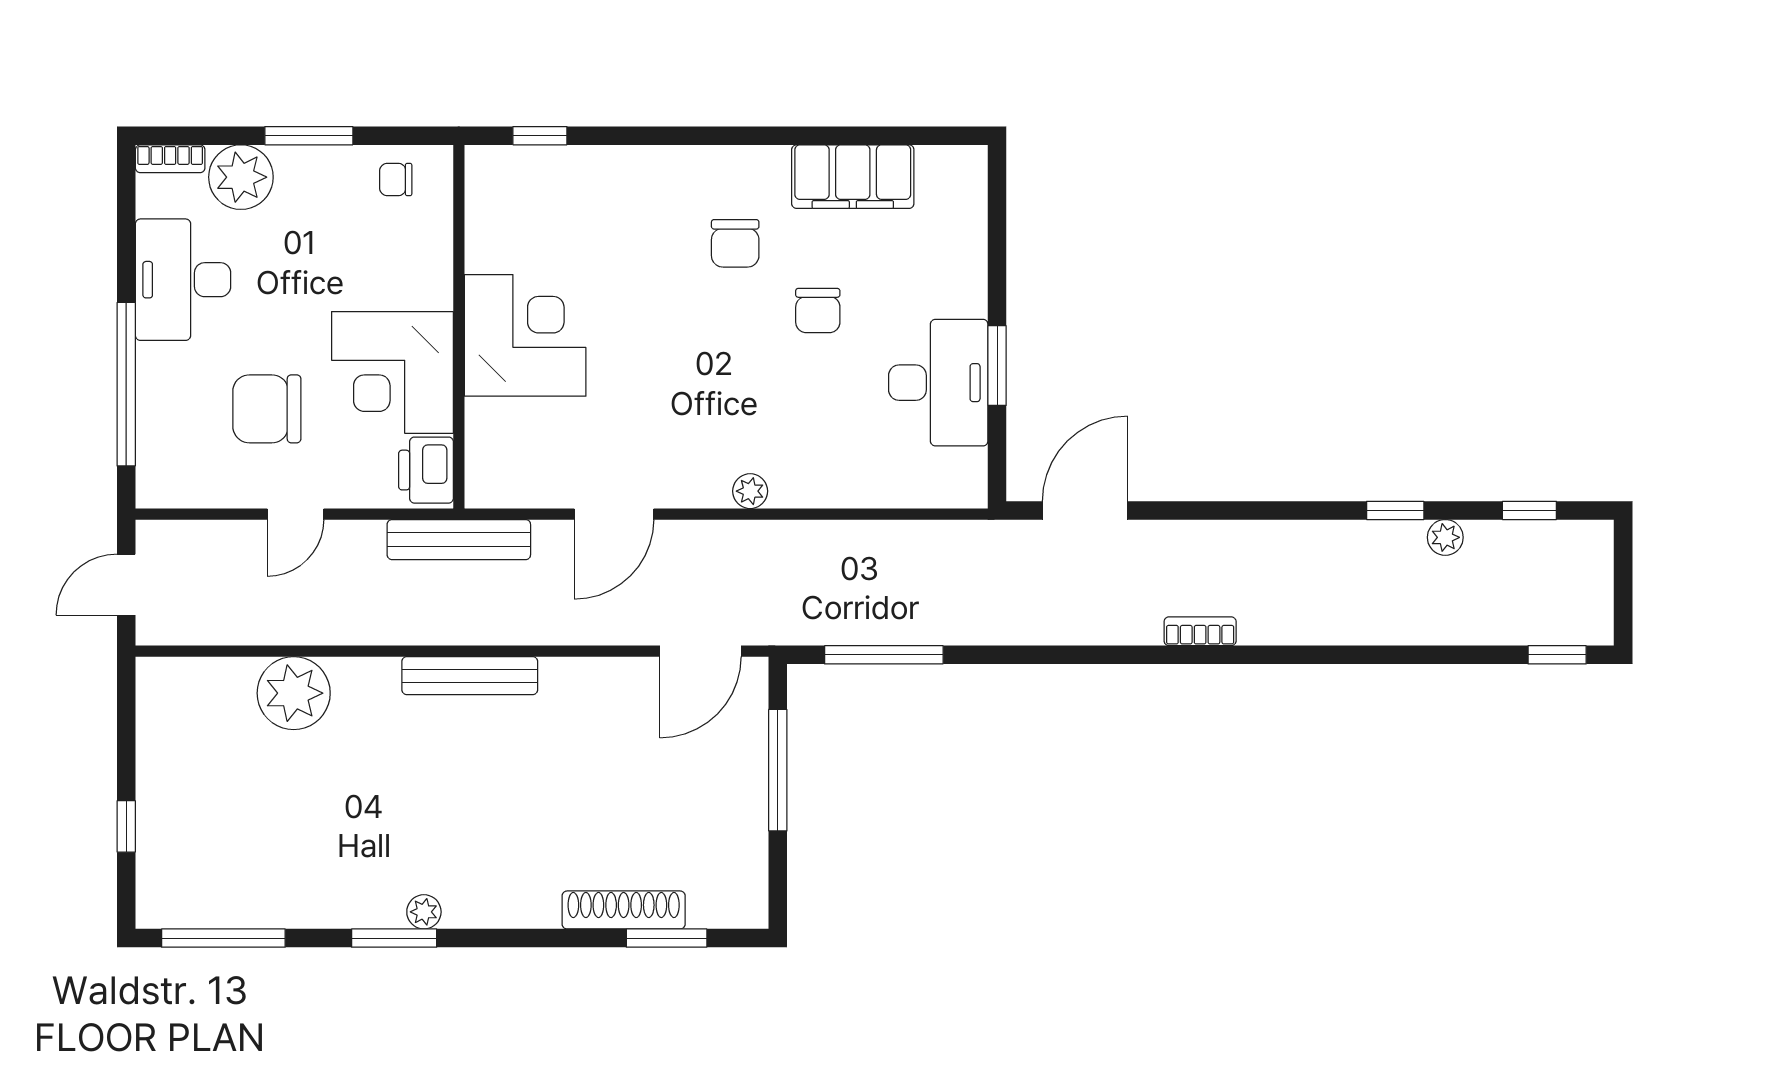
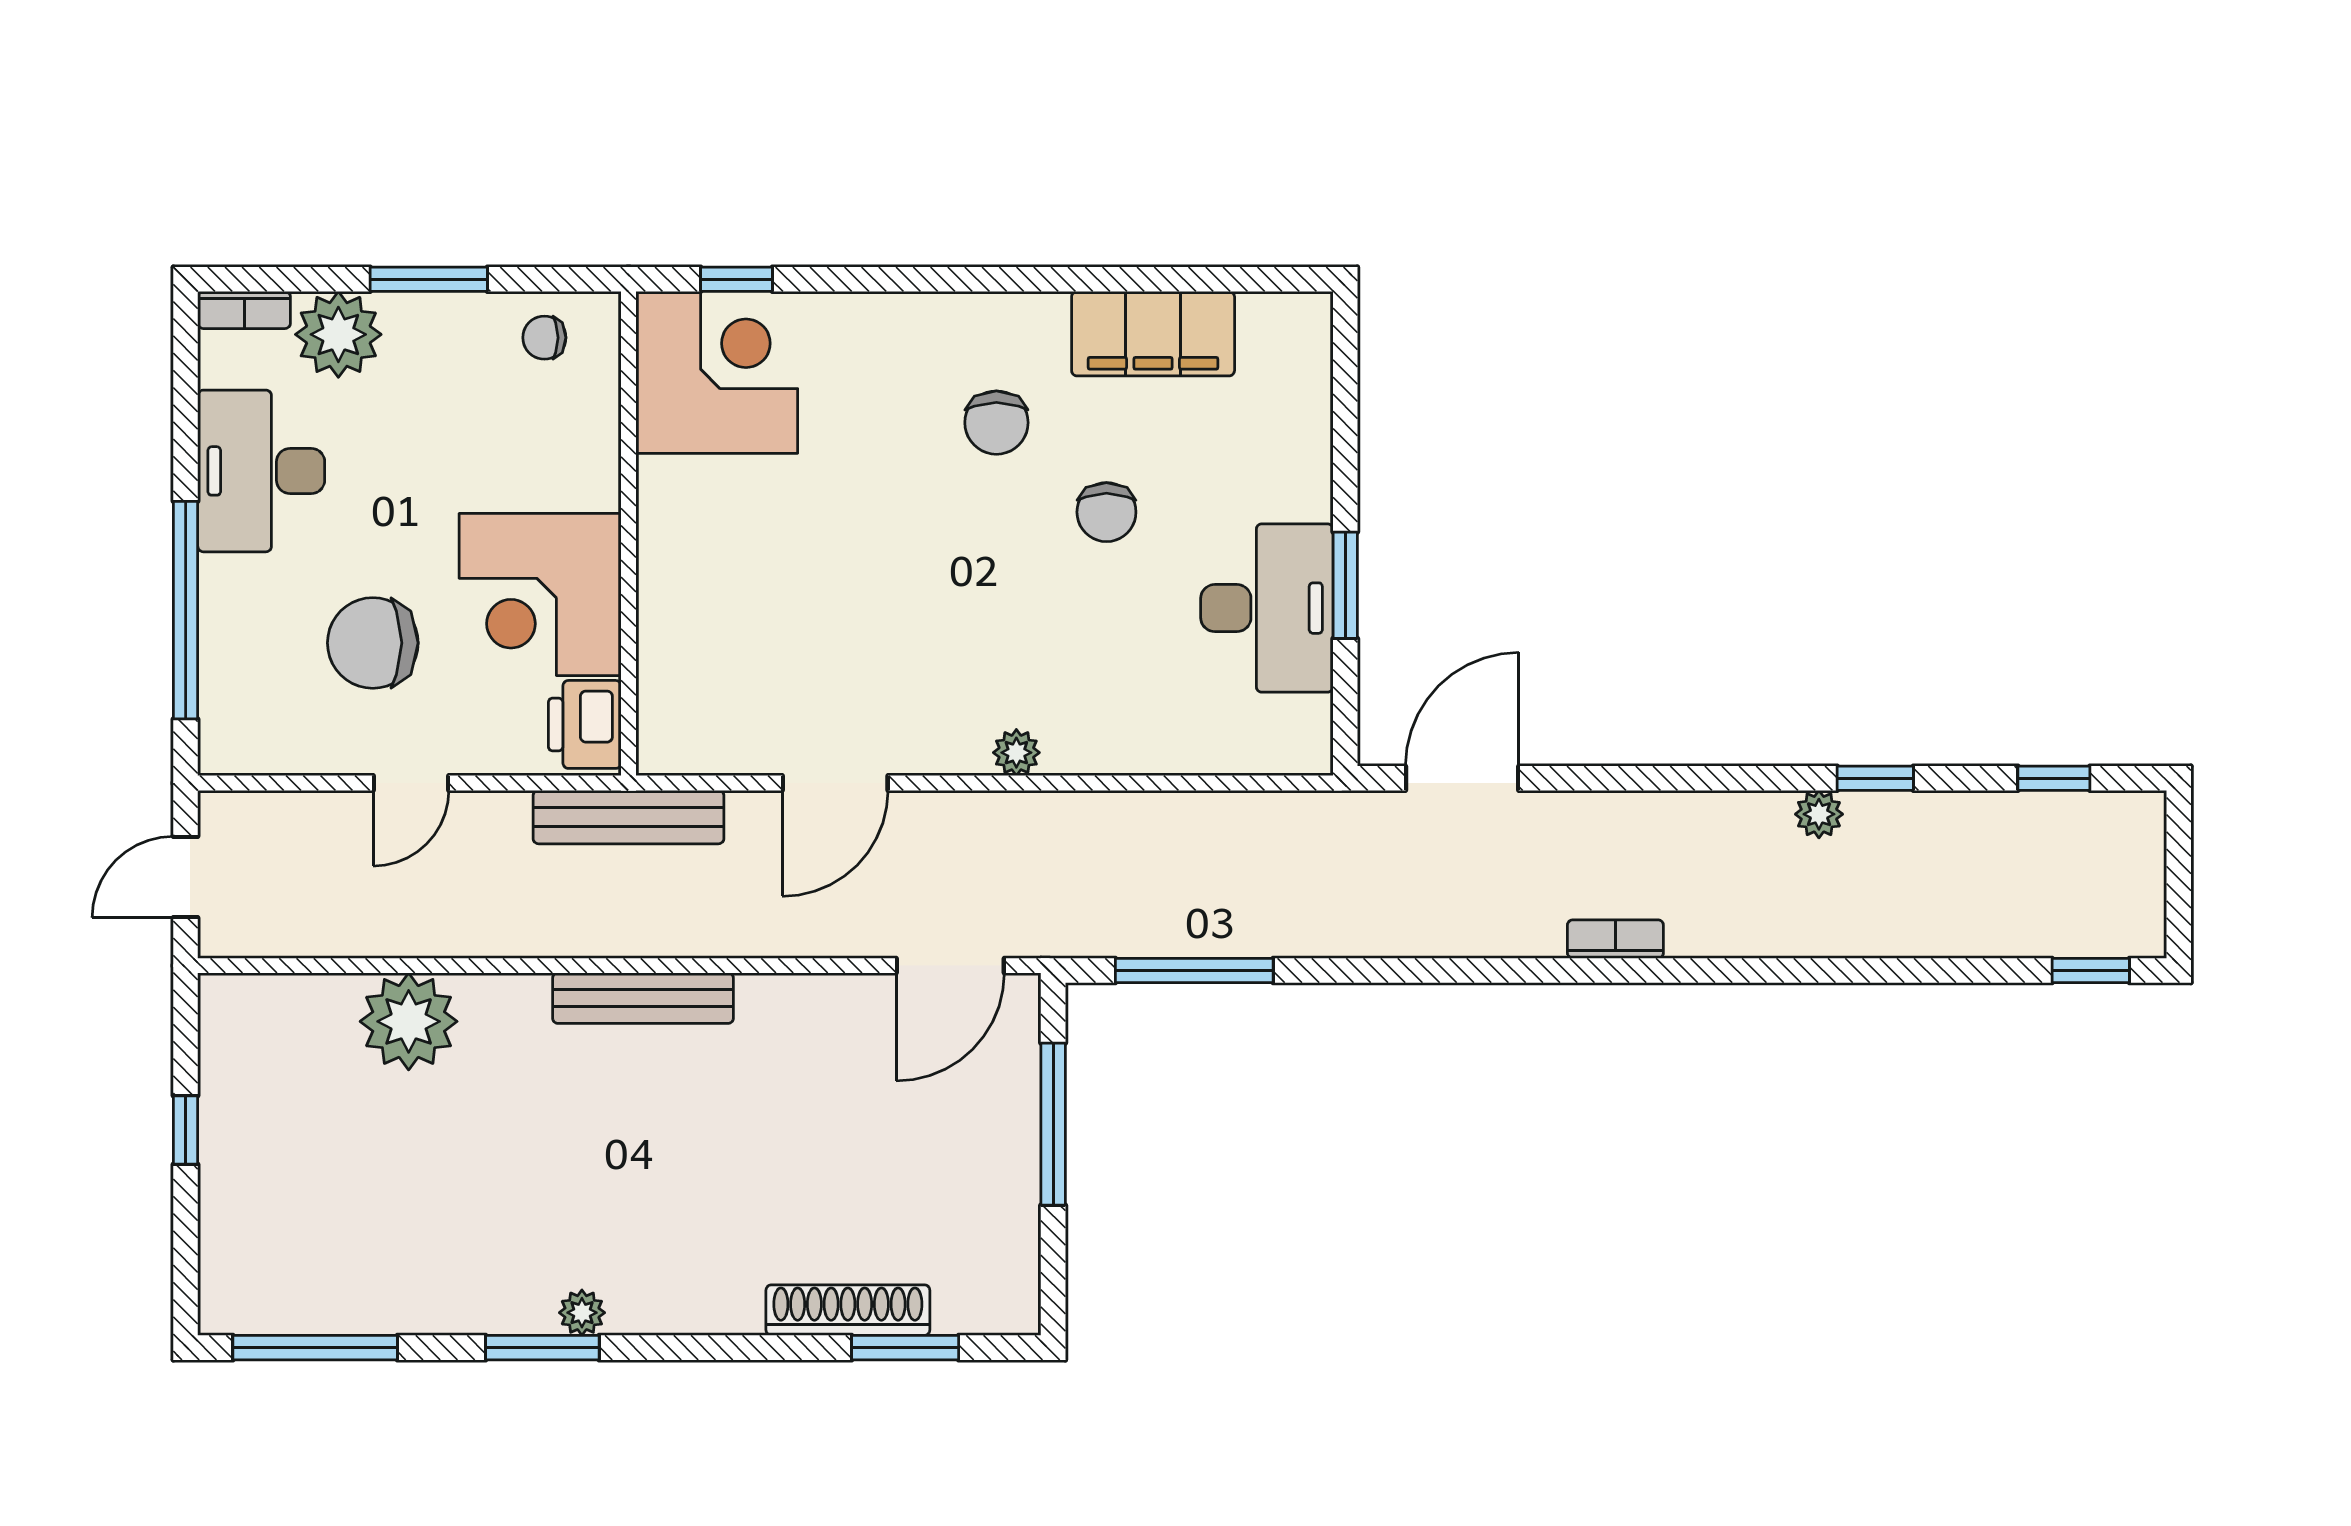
corner desk: (525, 335) -> (717, 372), moved
plant: (1445, 537) -> (1819, 814), moved
window: (126, 826) -> (186, 1130), moved

